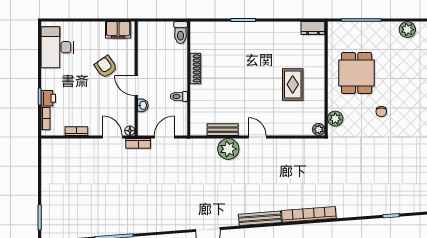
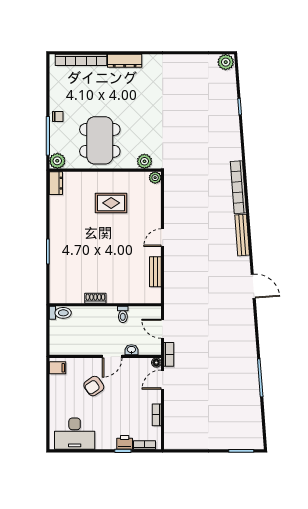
filing cabinet: (118, 30) -> (58, 368), width x0.50
plant: (407, 30) -> (57, 161), moved
shoe rack: (195, 68) -> (95, 298), width x0.70
dining table: (357, 73) -> (100, 140), width x1.38
chair: (381, 112) -> (58, 117), moved
plant: (228, 149) -> (174, 266), removed

